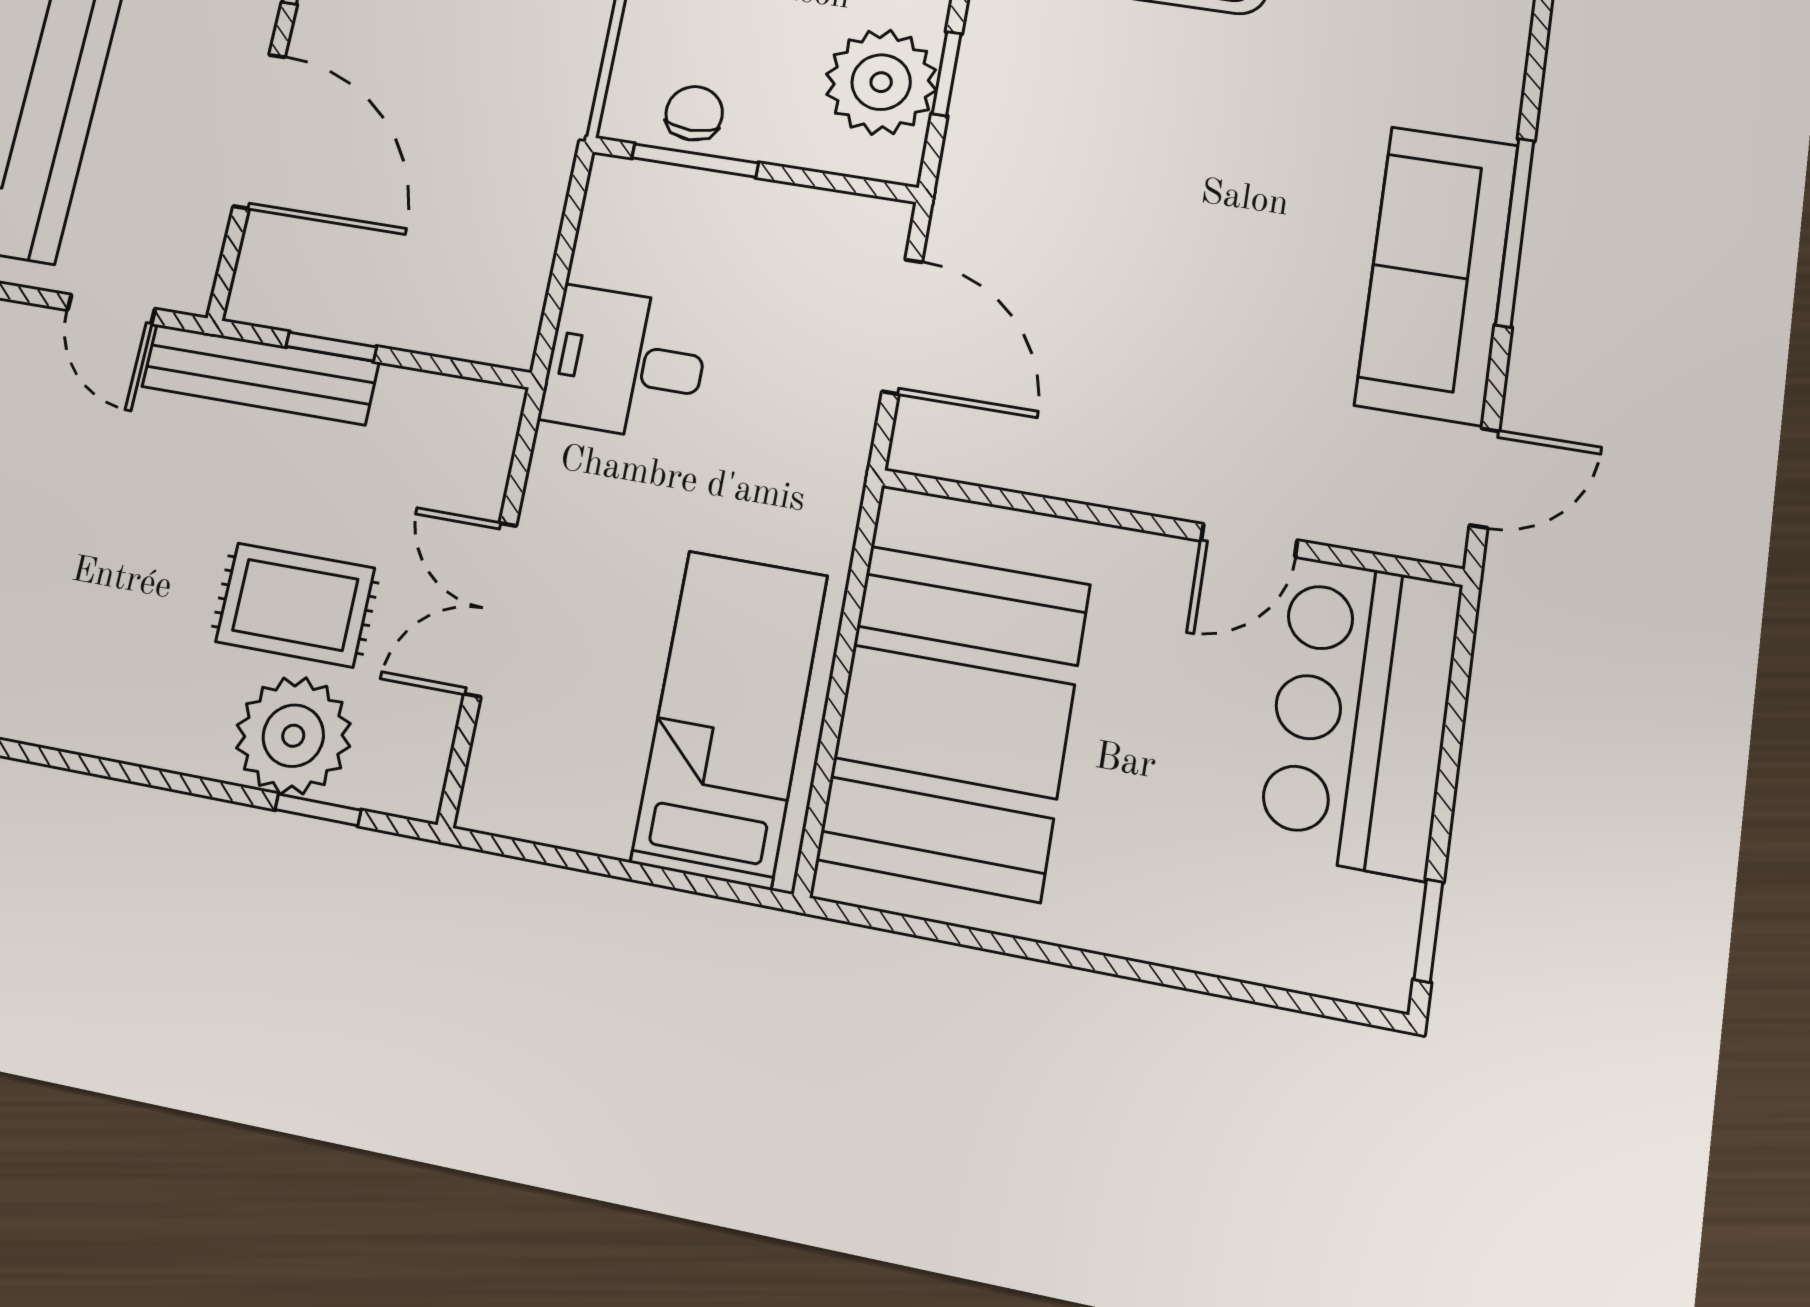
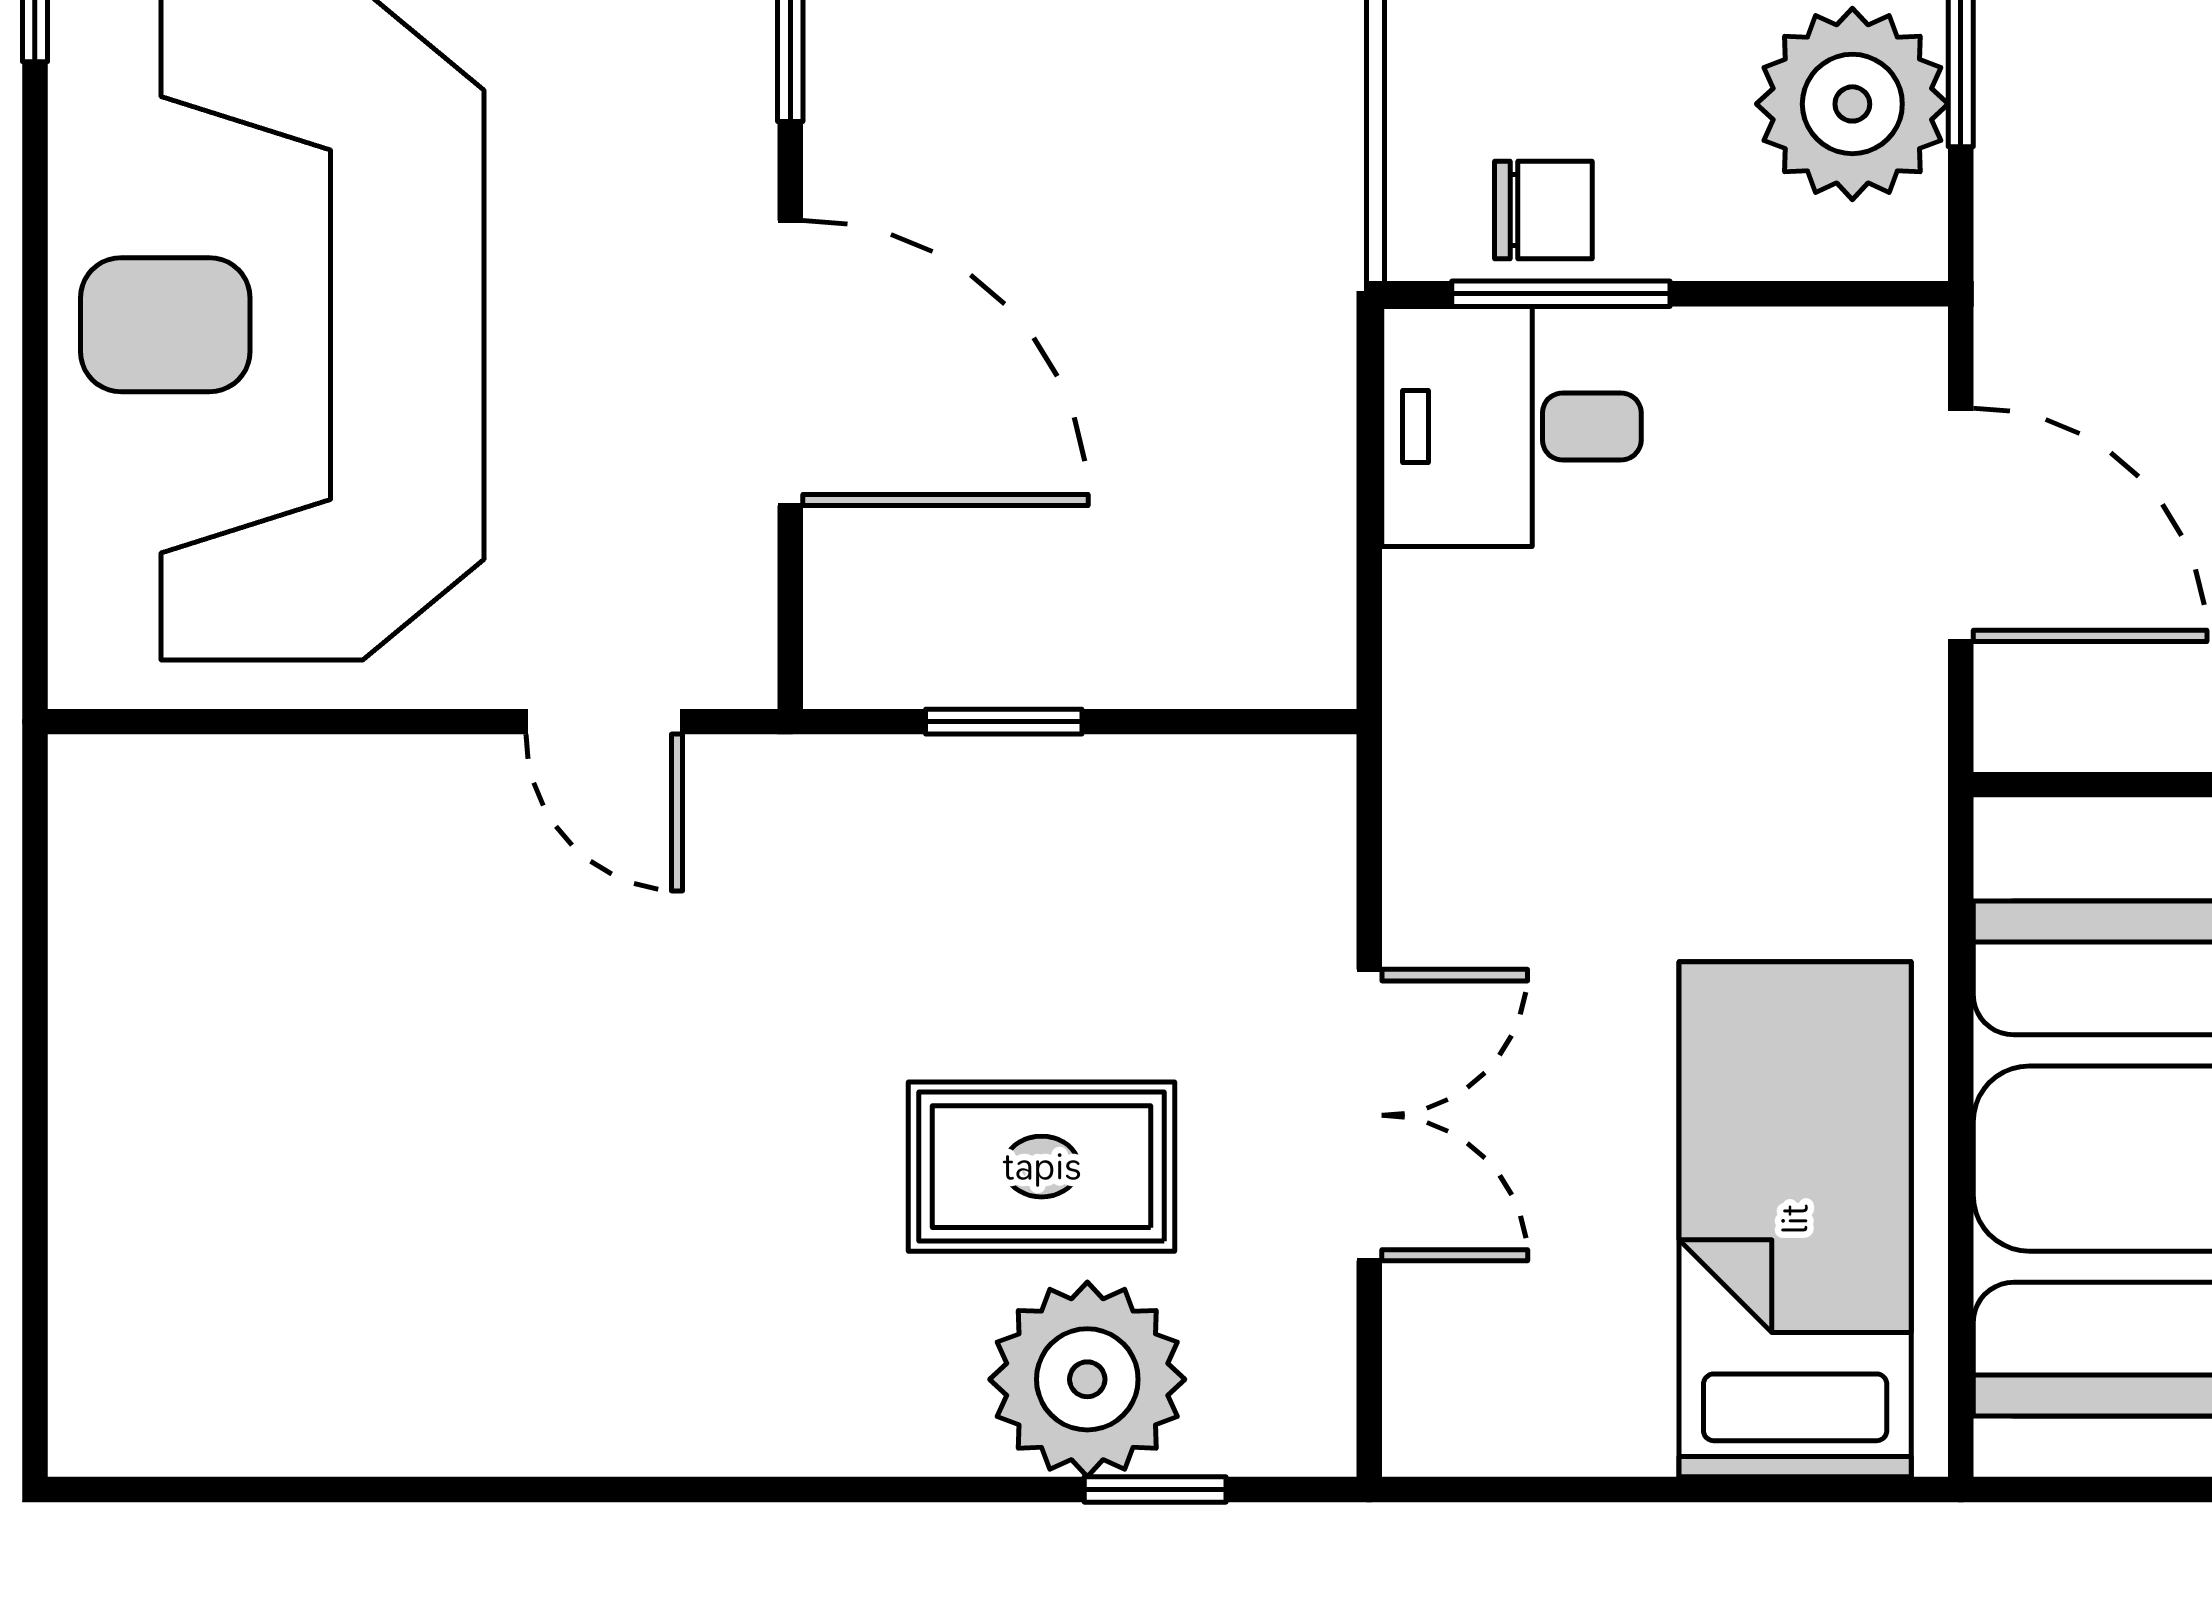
chair: (694, 113) -> (1543, 210), turned 90
desk: (625, 364) -> (1511, 426), moved
bench: (260, 374) -> (892, 790), removed
double door: (490, 609) -> (1369, 1115), swing flipped

